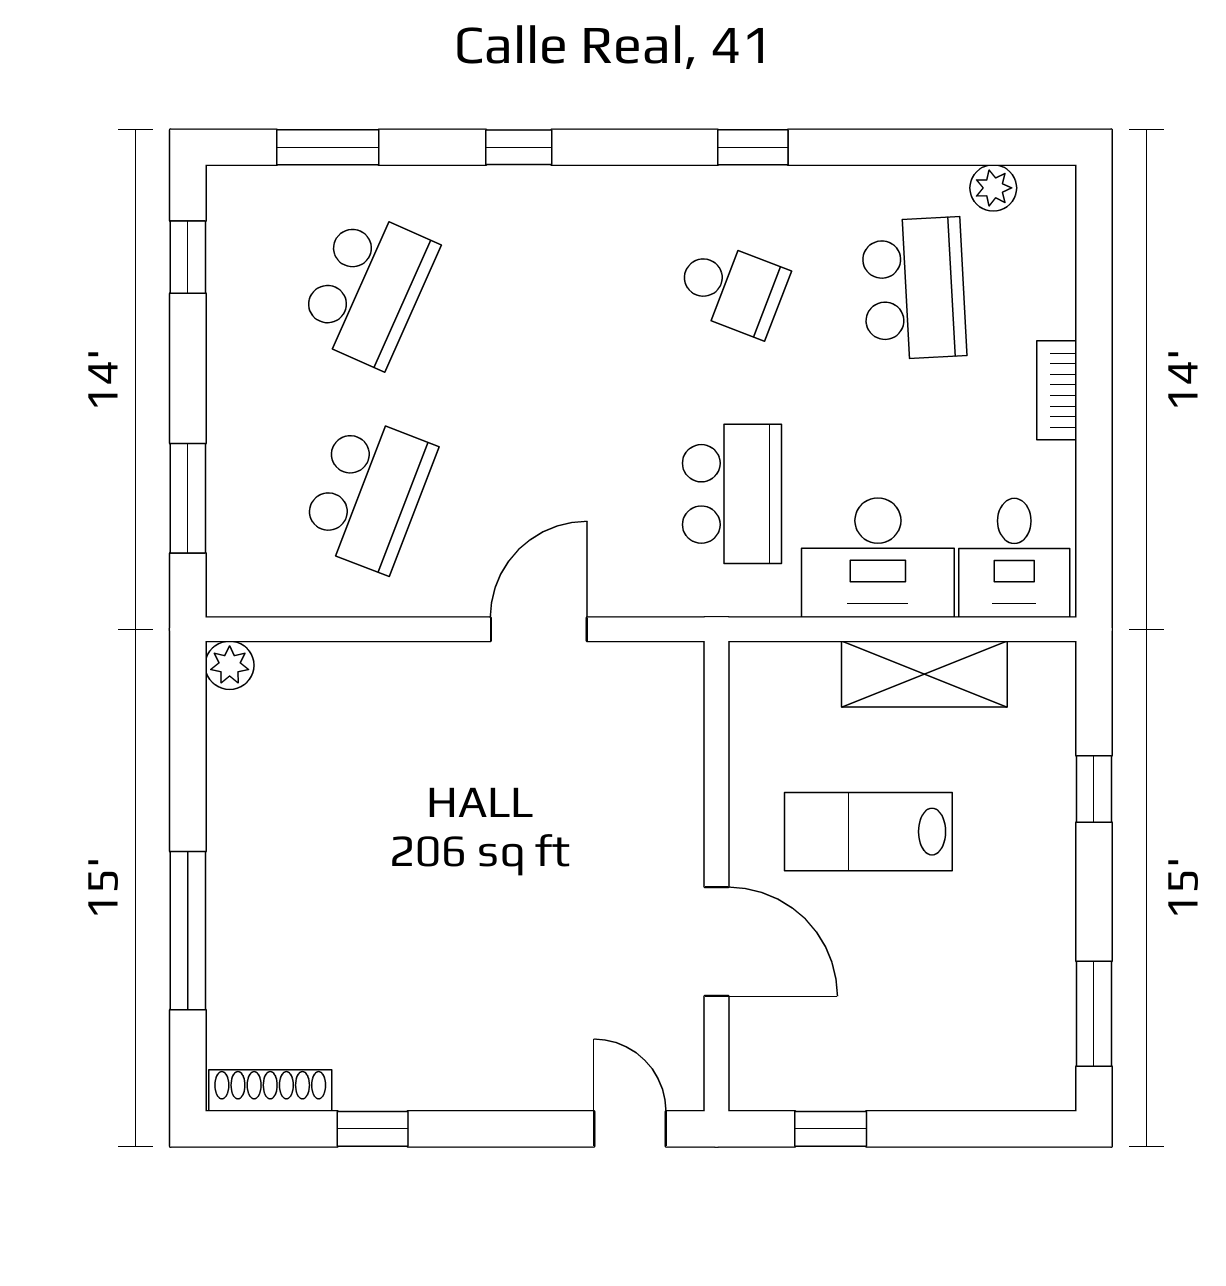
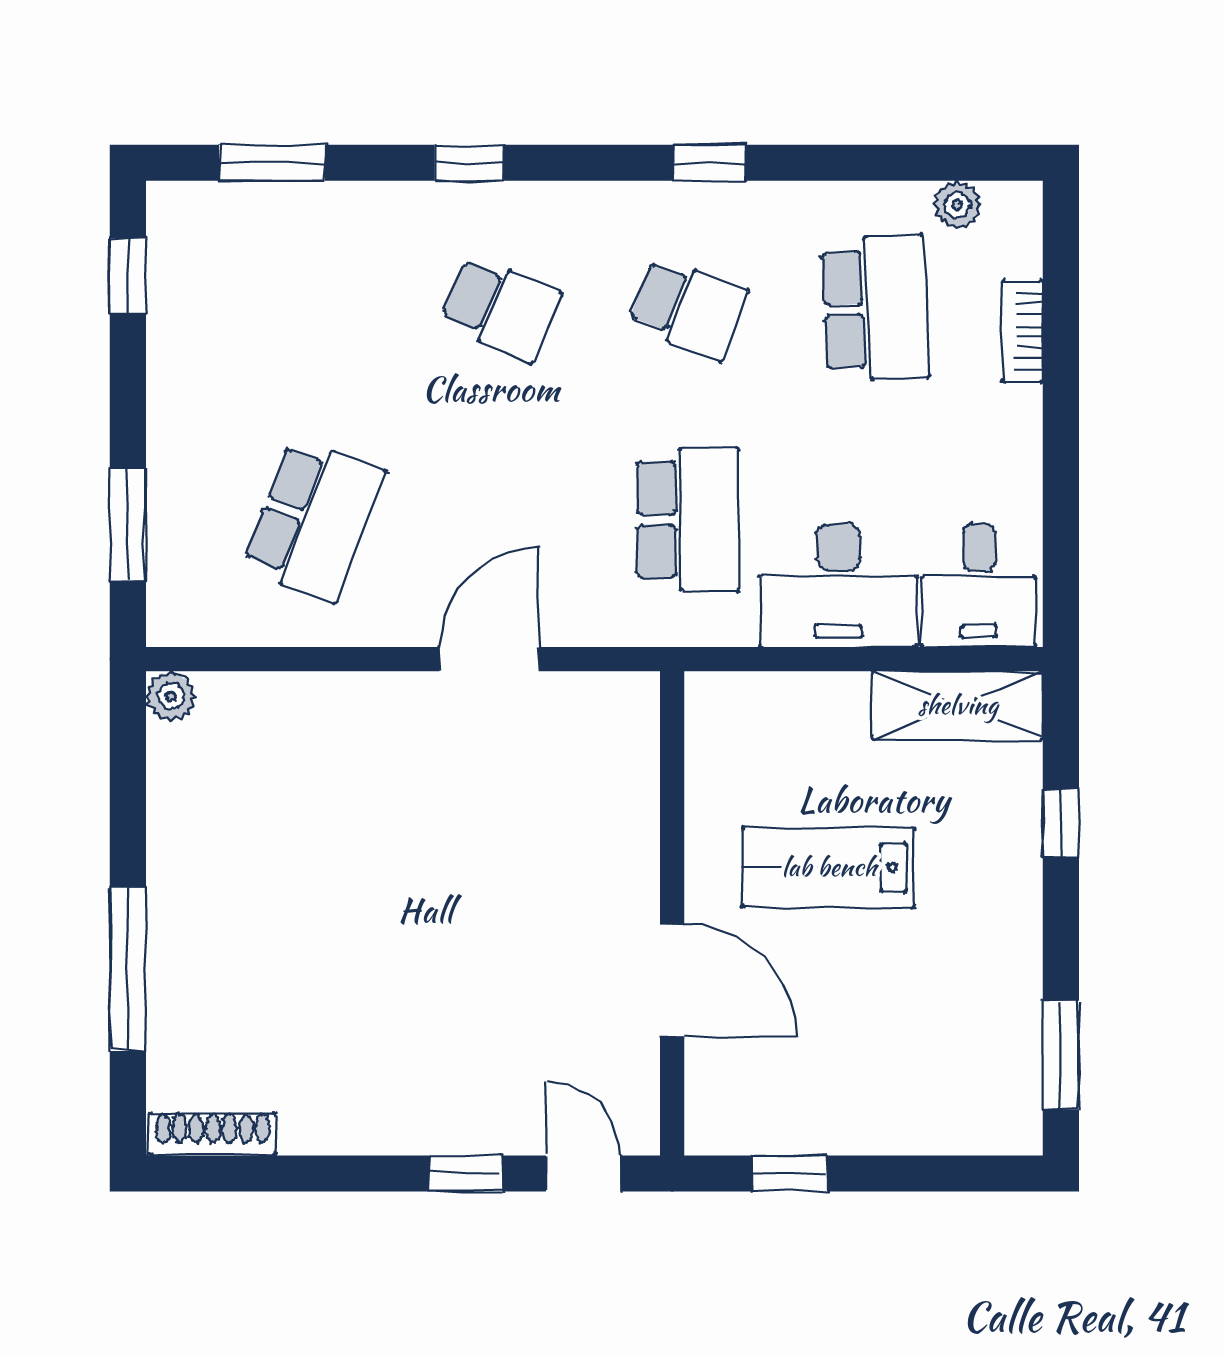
school desk: (368, 289) -> (501, 308), moved, width x0.54
bookcase: (1057, 390) -> (1022, 331), moved
shelving: (924, 674) -> (958, 705), moved
window: (373, 1129) -> (466, 1173), moved

